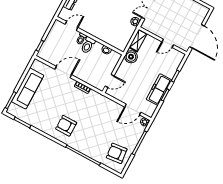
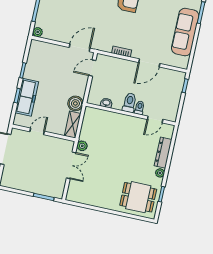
freezer: (159, 90) -> (27, 97), moved
door: (133, 110) -> (80, 48), moved

